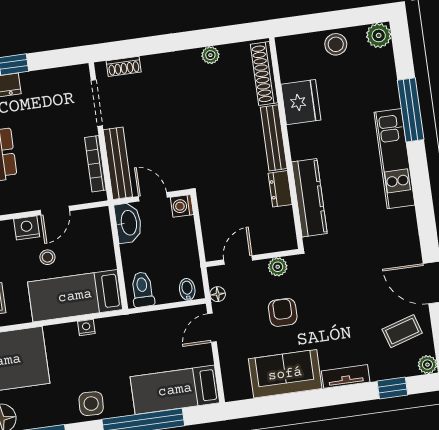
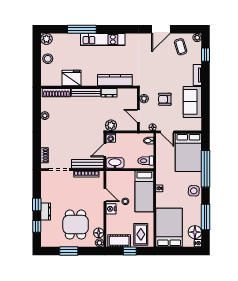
plant: (209, 203) -> (111, 125), added
bed: (175, 390) -> (188, 152), width x1.50

